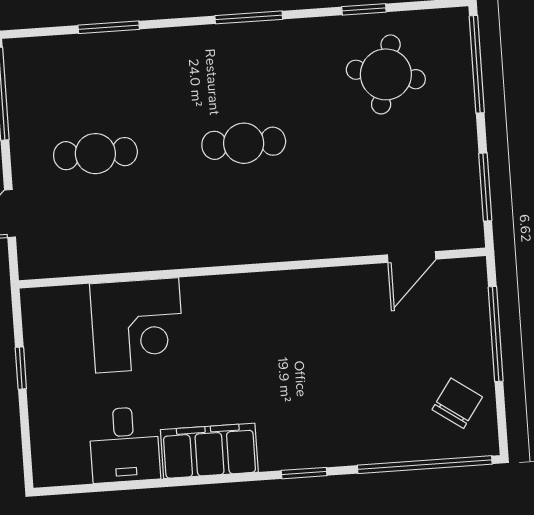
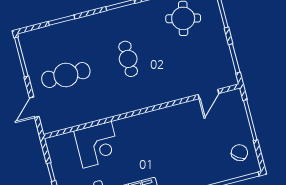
cafe table: (244, 143) -> (128, 59), turned 90
cafe table: (95, 154) -> (66, 75), width x1.37, depth x1.35

